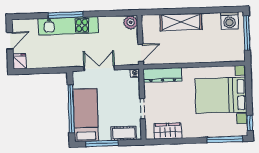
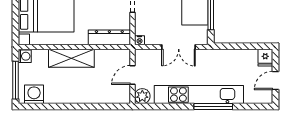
shelving: (181, 22) -> (71, 58), moved
kitchen unit: (68, 26) -> (199, 95), width x1.36
door: (141, 53) -> (133, 75), moved
washing machine: (239, 55) -> (25, 56), added

